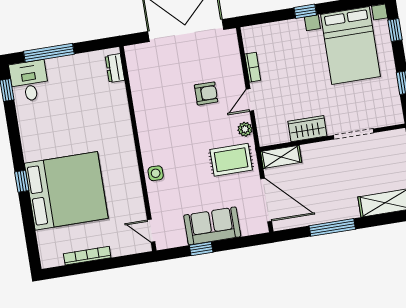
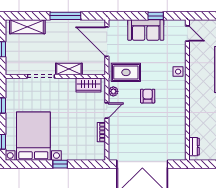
armchair: (206, 93) -> (148, 96), moved, turned 90
wardrobe: (307, 129) -> (88, 85), moved
shelving: (281, 157) -> (69, 69), moved

